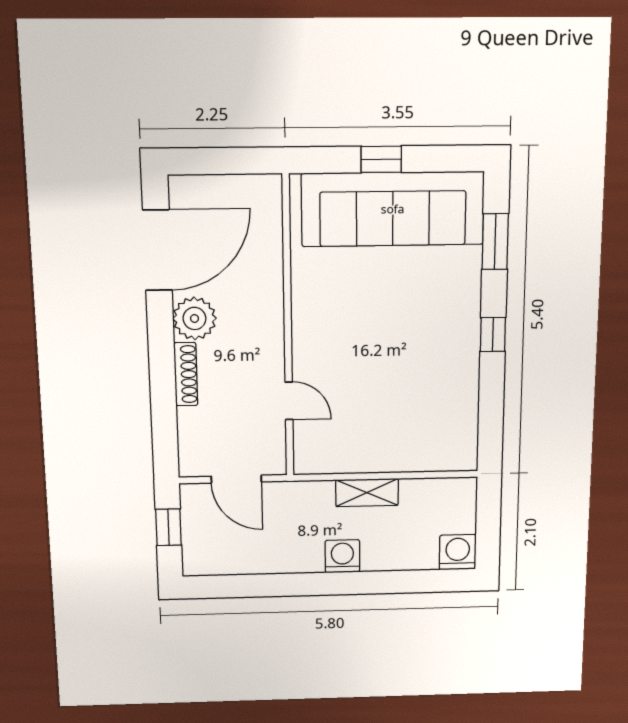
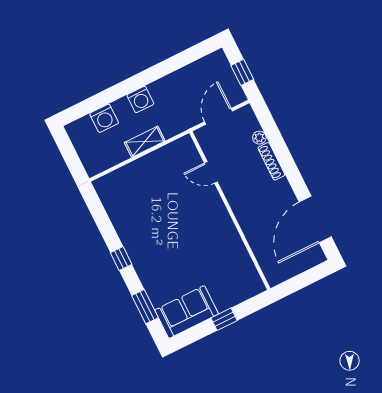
sofa: (393, 209) -> (187, 312), width x0.54, depth x0.79
plant: (194, 318) -> (259, 138), moved, width x0.53, depth x0.53
door: (236, 479) -> (218, 116), hinge flipped
washing machine: (458, 552) -> (104, 118), moved

